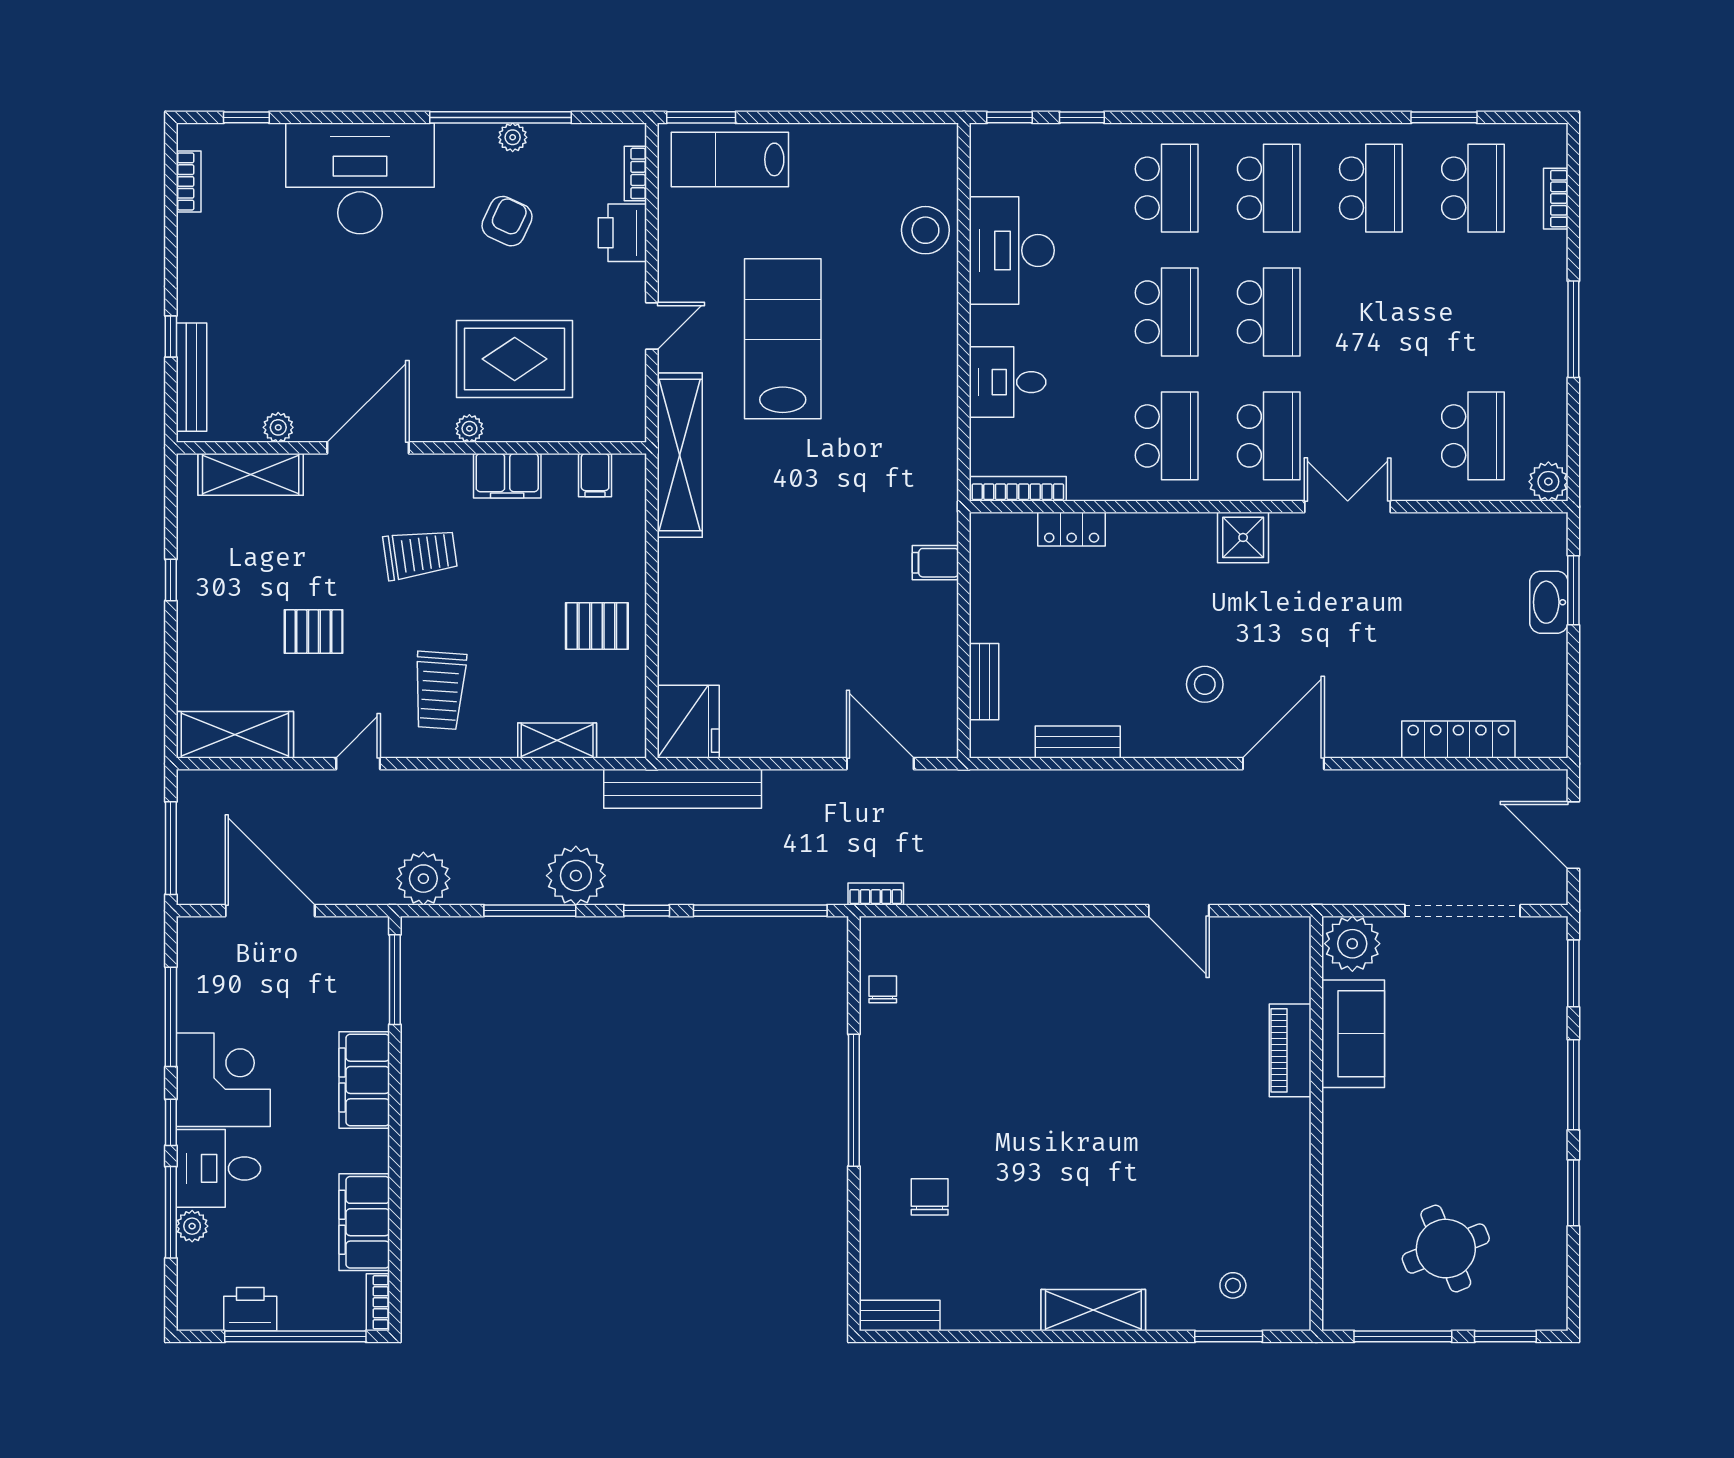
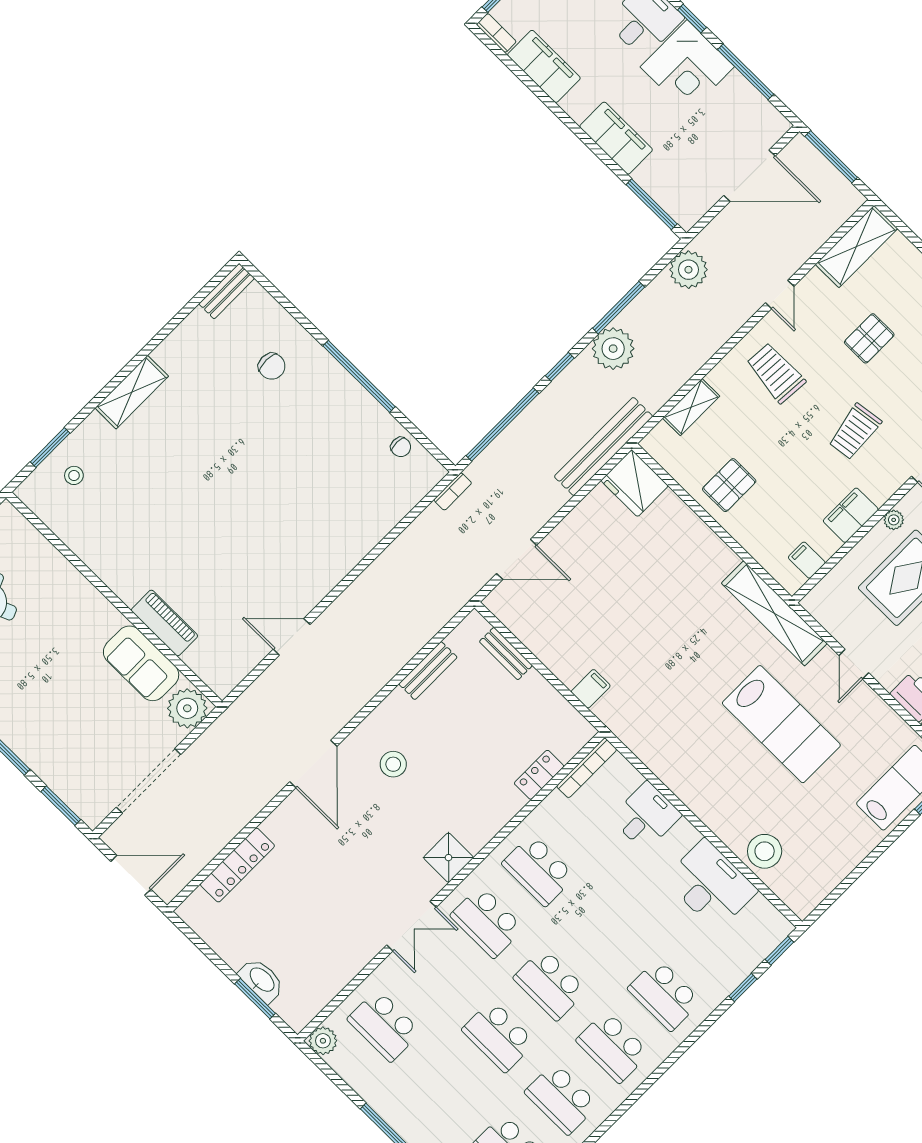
school desk: (1167, 312) -> (498, 1036), moved

